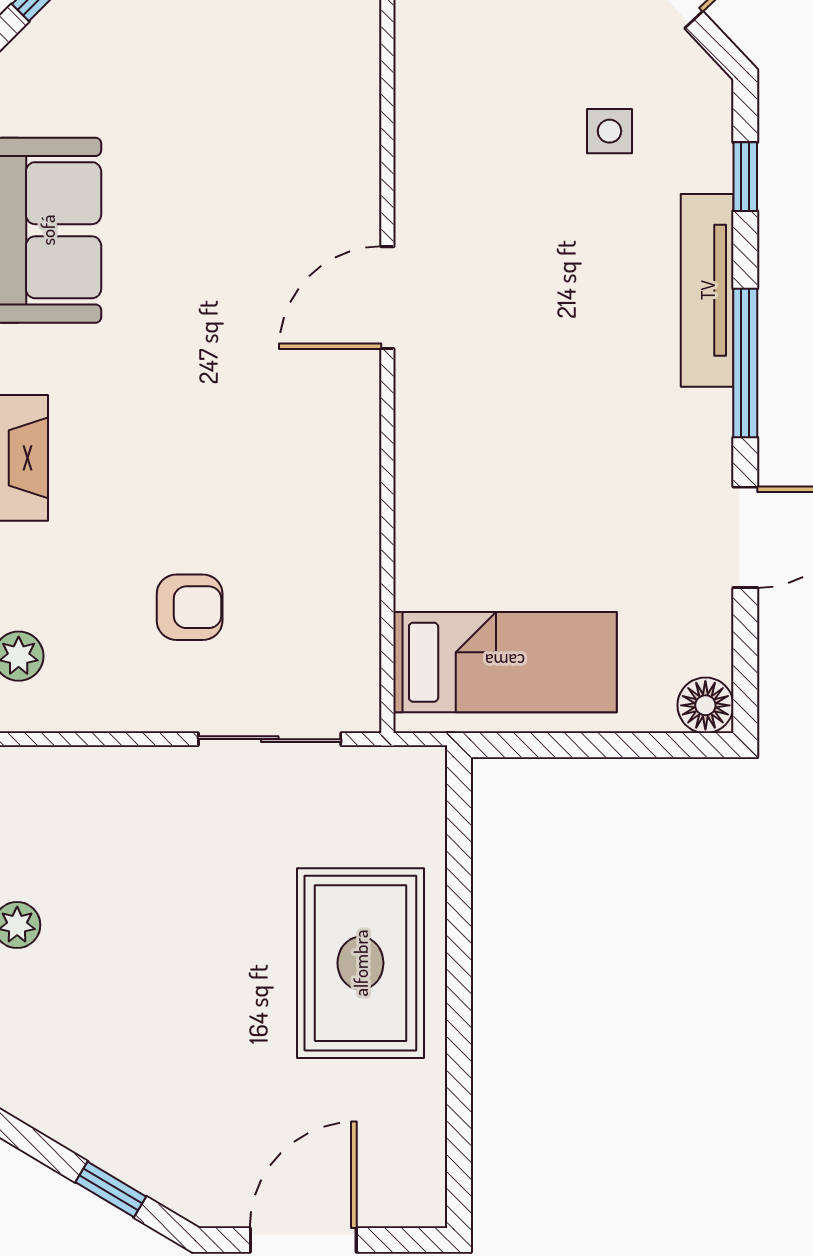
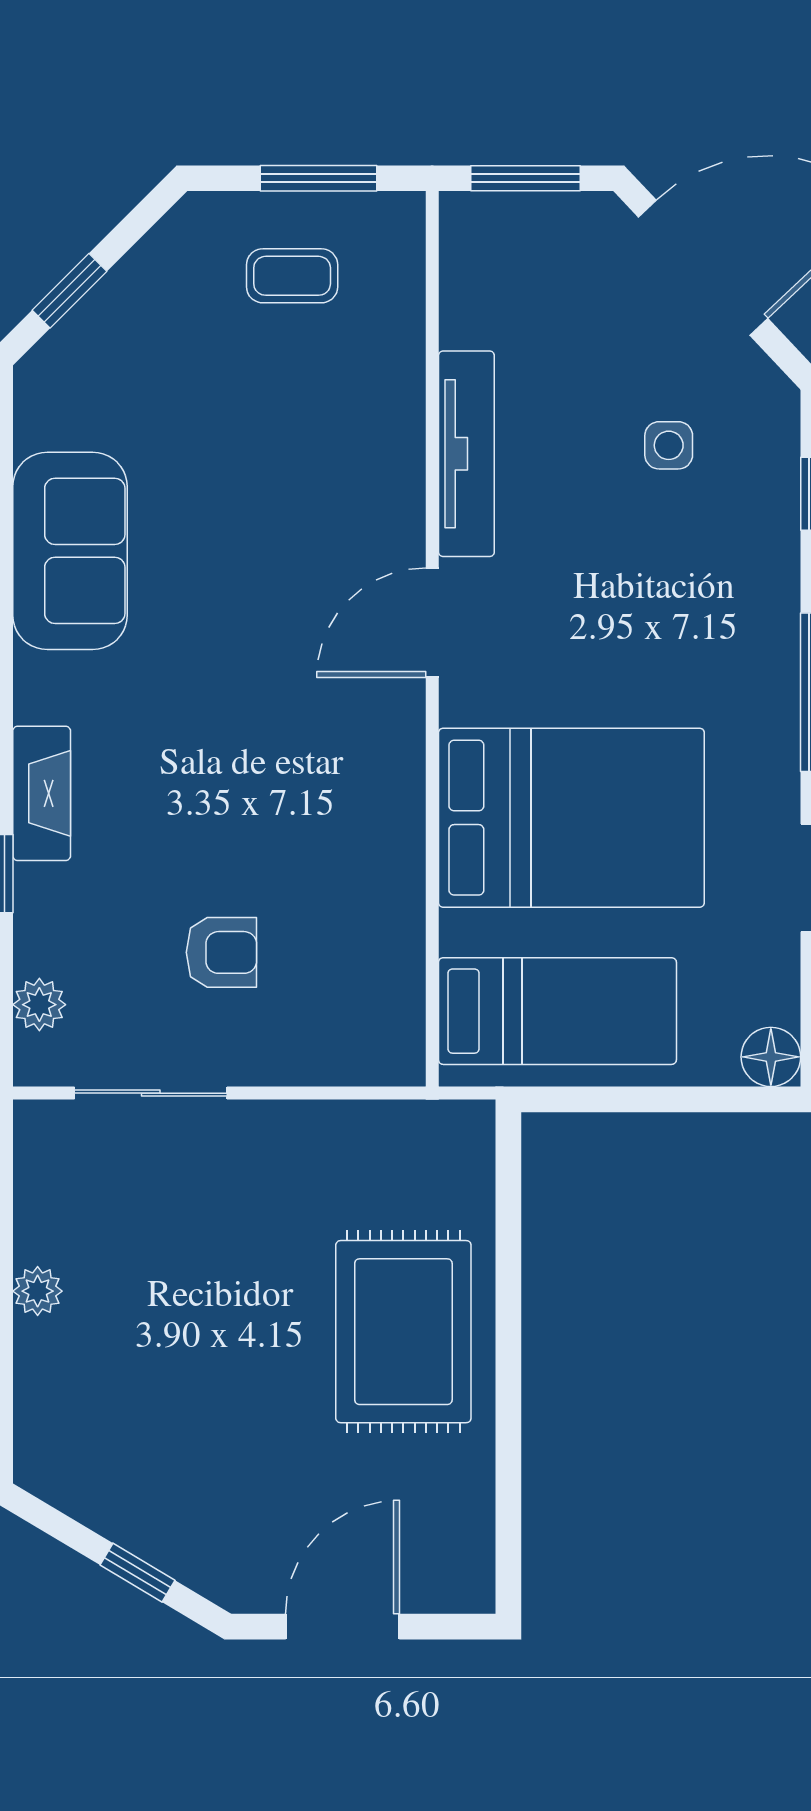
tv unit: (707, 290) -> (466, 454), moved, turned 180
bed: (518, 481) -> (571, 818), added
sliding door: (270, 739) -> (151, 1093), moved

